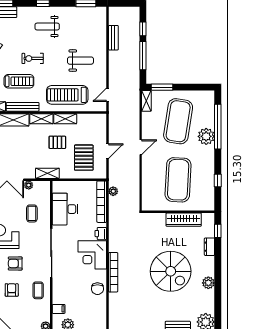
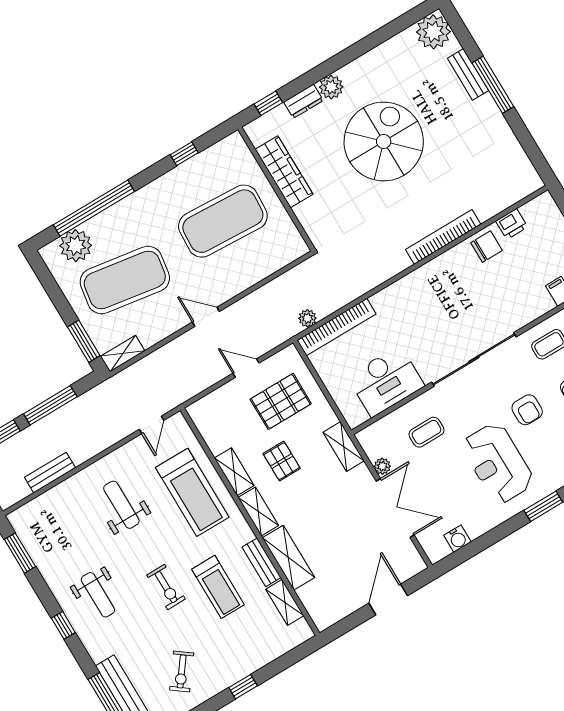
treadmill: (19, 81) -> (218, 587), turned 180
door: (108, 95) -> (152, 425), hinge flipped
bench: (23, 107) -> (262, 562), width x0.73
plant: (206, 136) -> (76, 246), moved
printer: (101, 234) -> (512, 224), moved
corner desk: (92, 255) -> (435, 289), removed
plant: (208, 283) -> (331, 87), moved

